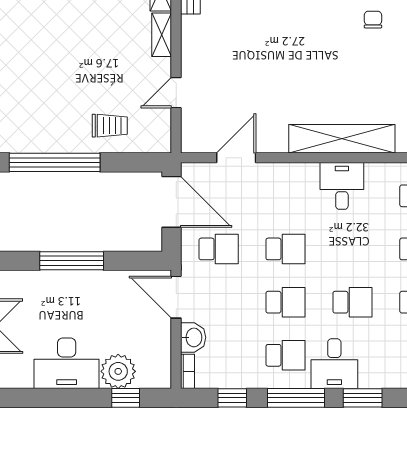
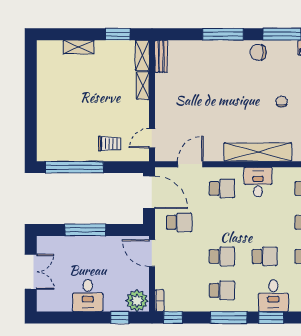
chair: (373, 20) -> (282, 102), moved
door: (176, 93) -> (152, 138), moved
school desk: (286, 249) -> (222, 188), moved
washbasin: (193, 337) -> (163, 279), removed
desk: (67, 363) -> (88, 295), width x0.73
desk: (334, 364) -> (273, 296), moved
plant: (118, 371) -> (137, 301), moved
window: (232, 398) -> (173, 318), moved

